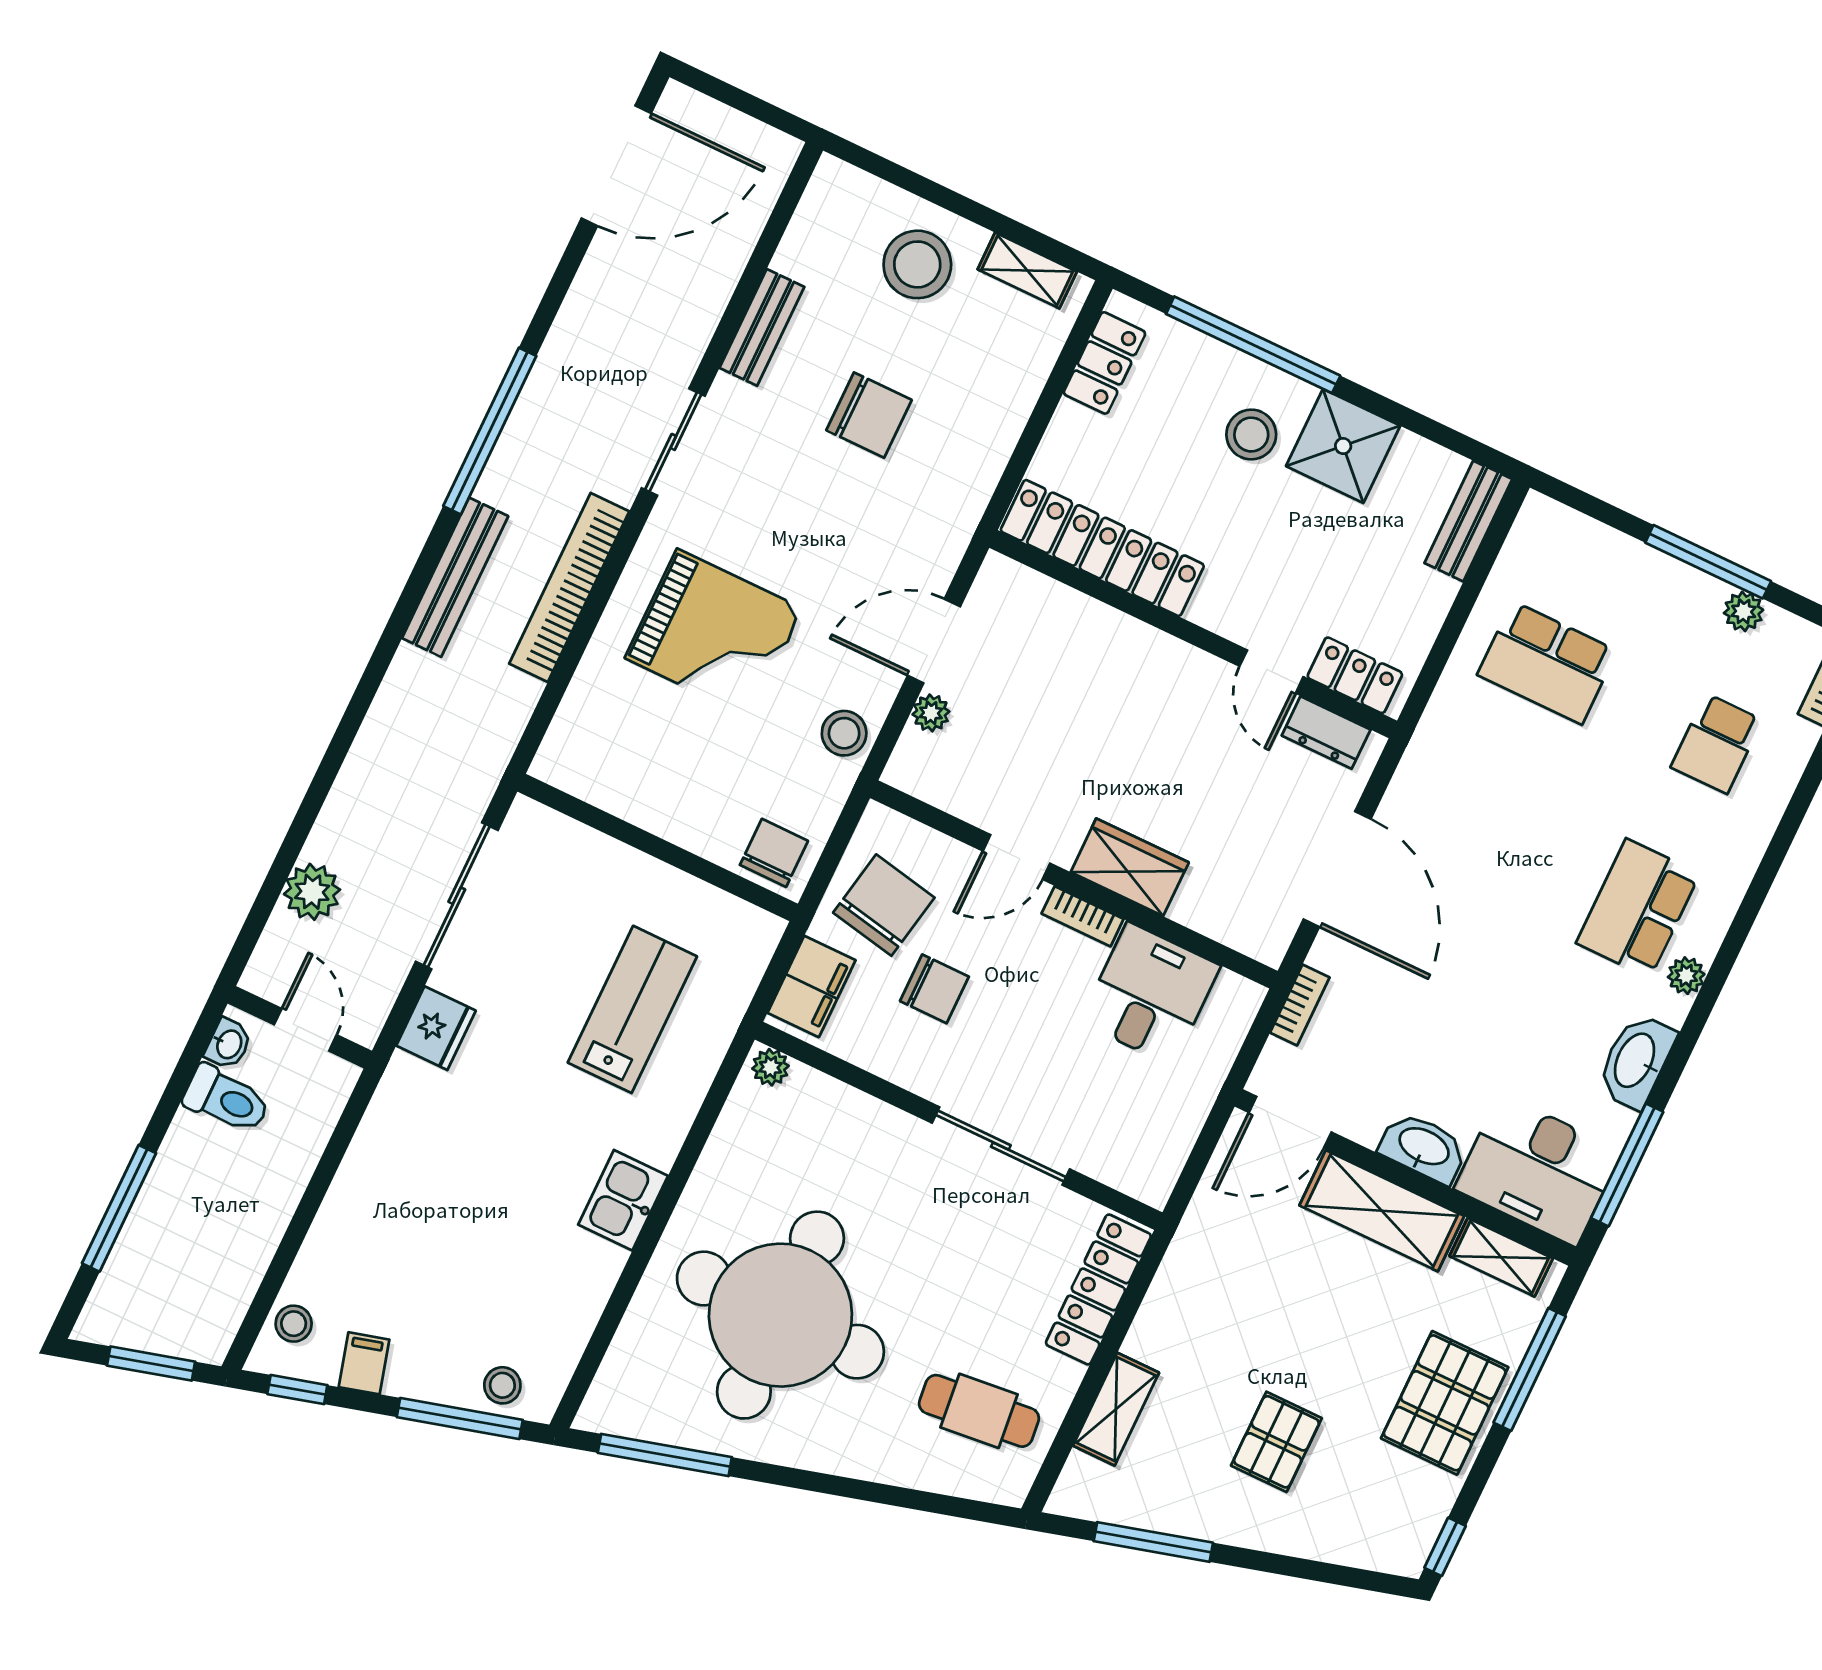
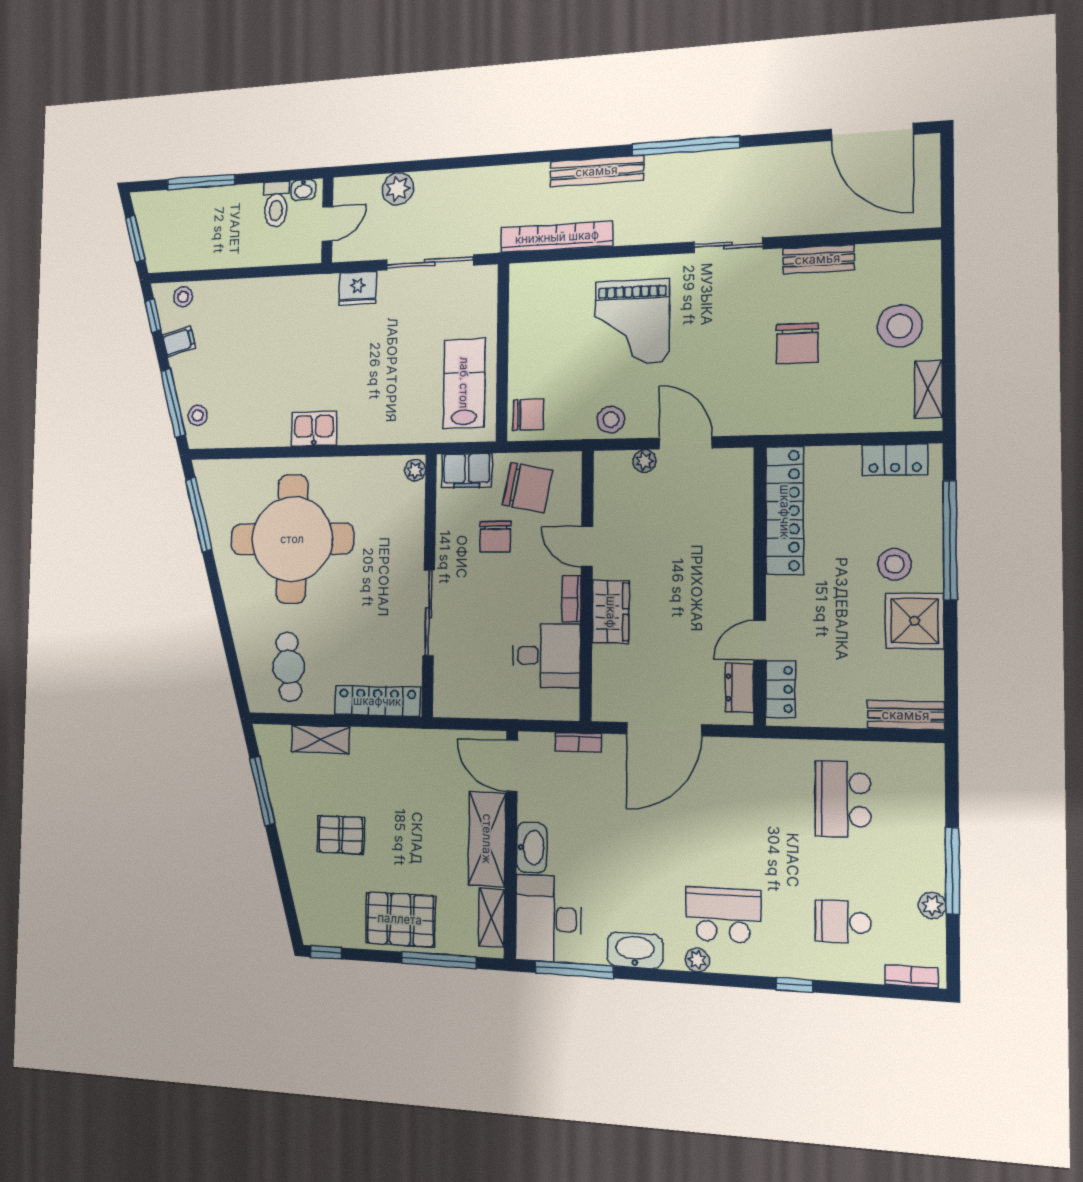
bookcase: (569, 588) -> (557, 237), moved
window: (1776, 853) -> (794, 985), added
lab bench: (632, 1009) -> (464, 383), moved, turned -90

